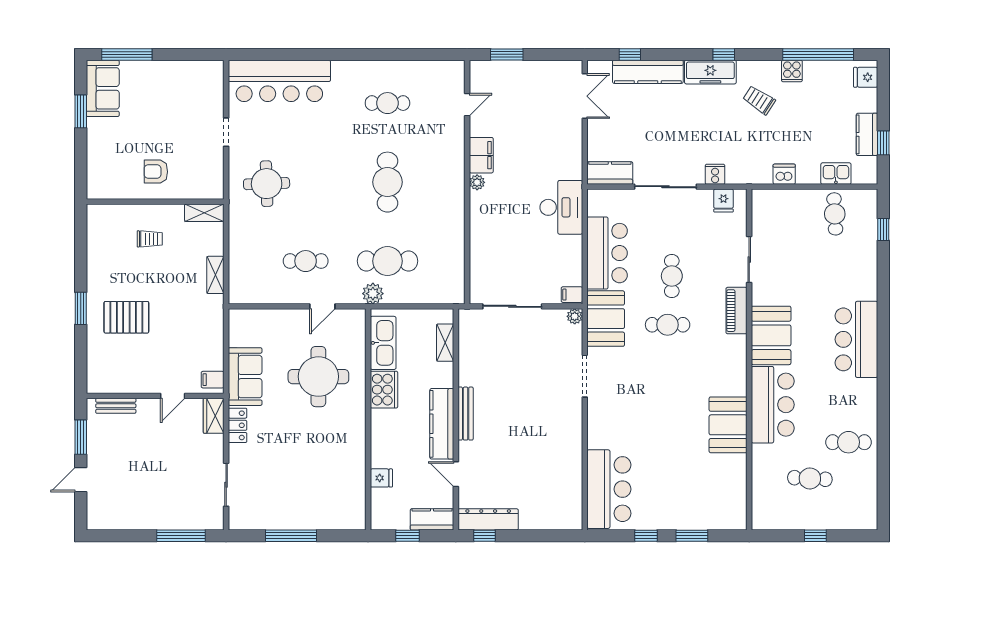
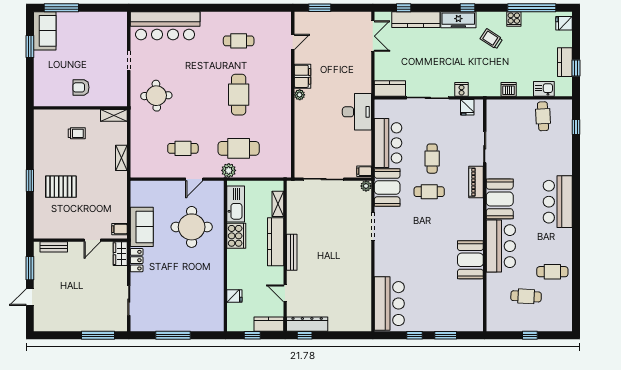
kitchen counter: (442, 424) -> (276, 242), moved

